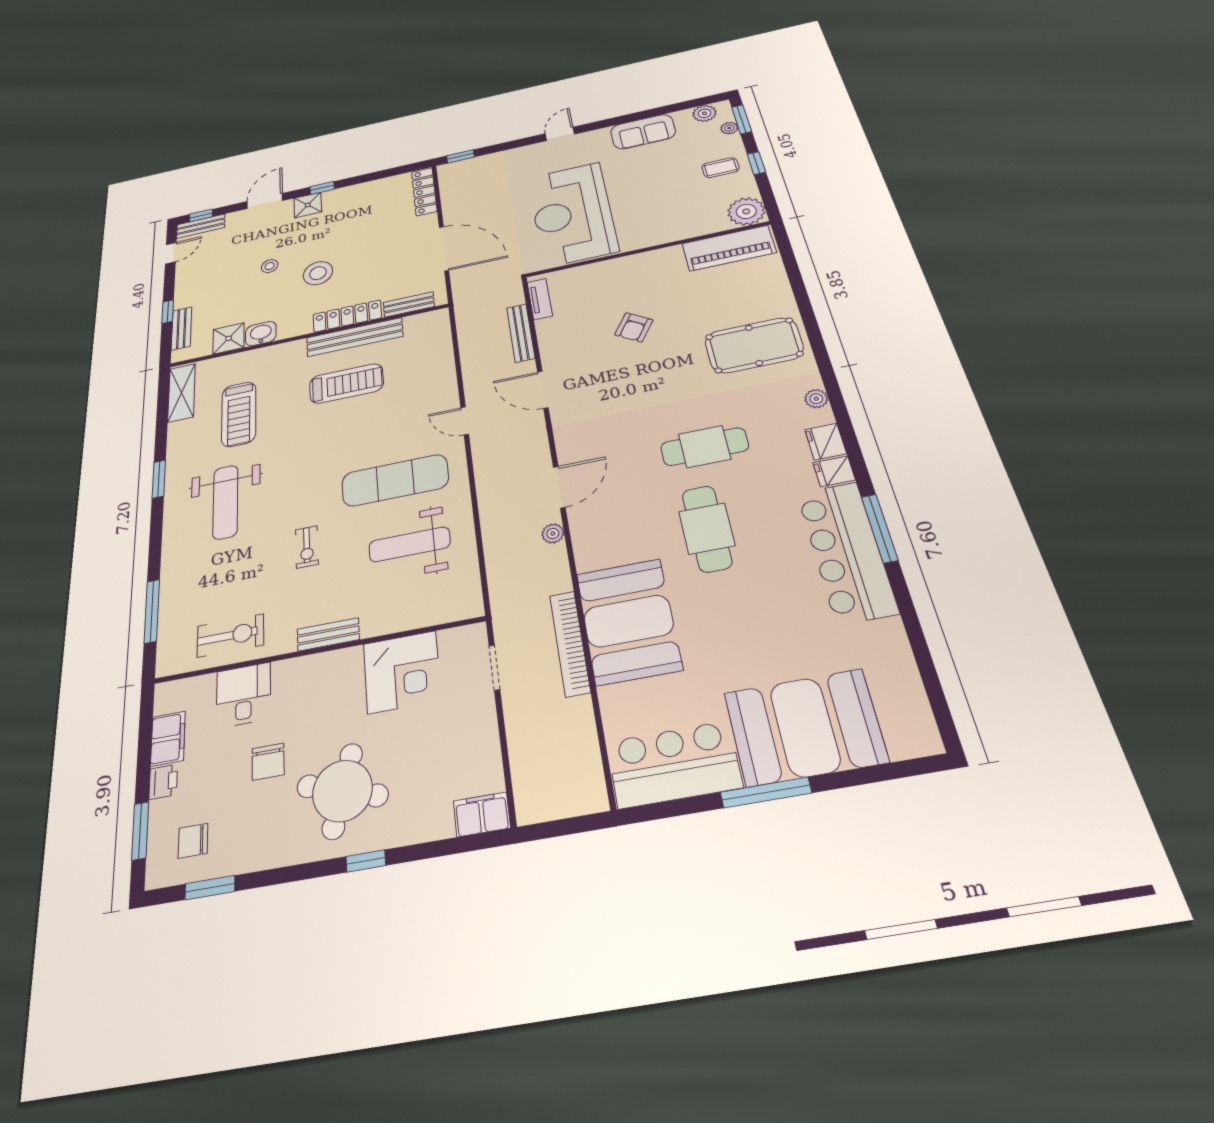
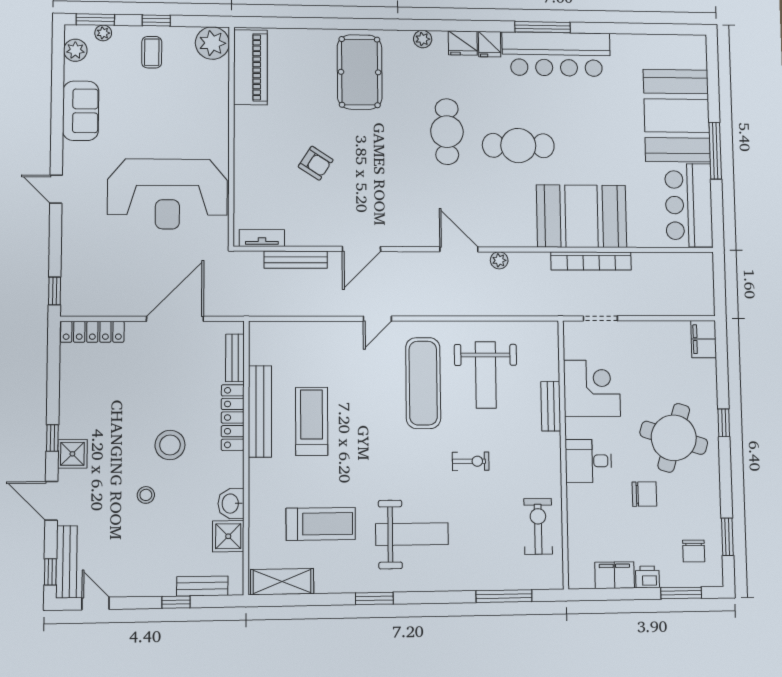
bench: (201, 226) -> (66, 562), width x1.36
bench: (328, 634) -> (551, 406), moved
desk: (243, 695) -> (588, 461), moved

